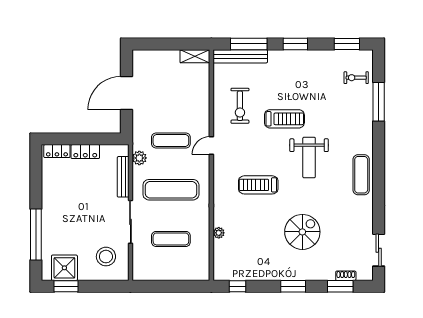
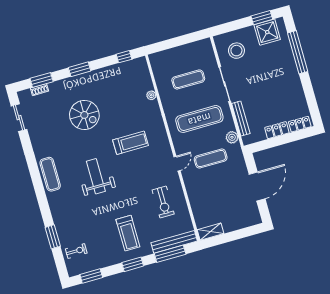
window: (379, 102) -> (53, 237), width x0.69
exercise bike: (240, 106) -> (163, 202), turned 180
treadmill: (284, 119) -> (128, 233), moved, turned -90
spiral stairs: (302, 232) -> (84, 115), turned -90

